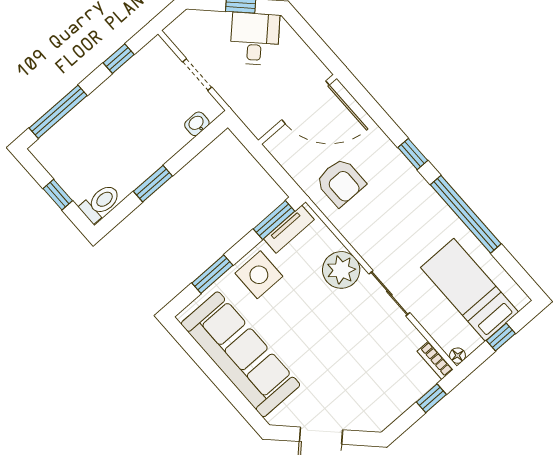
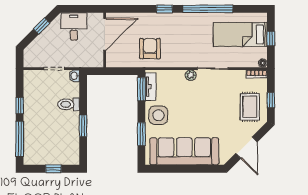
desk: (255, 39) -> (74, 27), moved, turned 45
window: (119, 59) -> (20, 106), moved
washbasin: (197, 124) -> (74, 76), moved
armchair: (341, 182) -> (150, 49), turned -90
toilet: (100, 203) -> (69, 104), moved, turned -90
plant: (341, 270) -> (191, 75), width x0.53, depth x0.53
rug: (381, 391) -> (250, 107), added
window: (431, 398) -> (271, 100), moved

